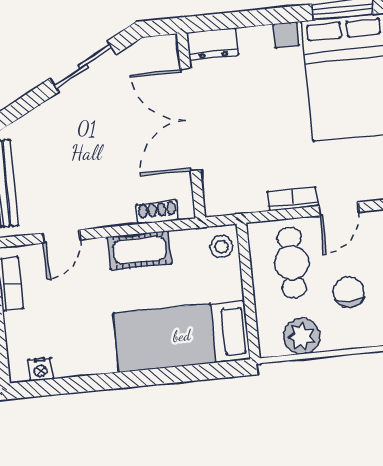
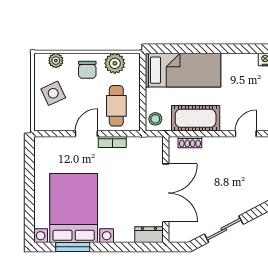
cot: (140, 250) -> (196, 118), width x1.37, depth x1.34
chair: (349, 292) -> (87, 70), moved

